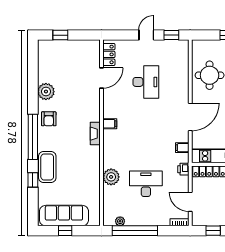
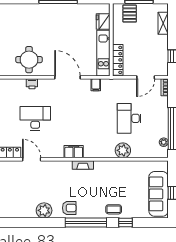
filing cabinet: (110, 124) -> (74, 152), width x2.00
coffee table: (47, 167) -> (114, 209), width x0.54, depth x0.58
printer: (183, 169) -> (32, 84), moved

